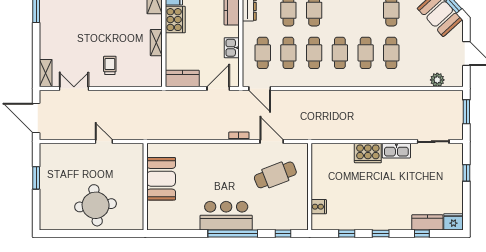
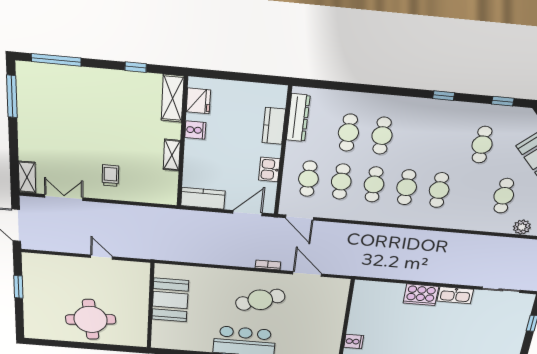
cooker: (175, 20) -> (195, 130), width x0.53, depth x0.76
cafe table: (391, 53) -> (504, 196), moved
cafe table: (275, 175) -> (260, 300), moved

